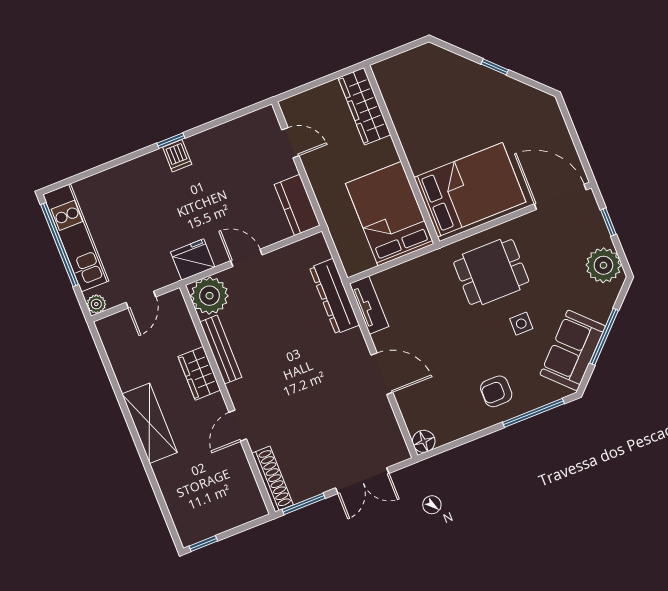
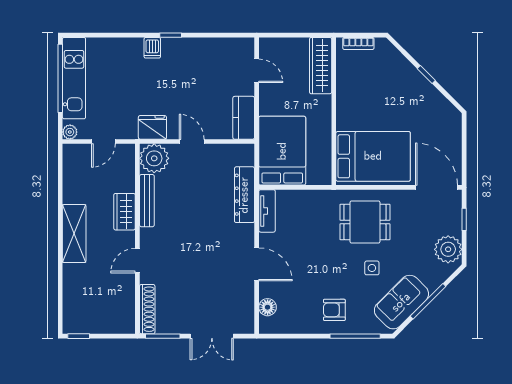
bookcase: (399, 62) -> (358, 43), added
dishwasher: (177, 156) -> (152, 48), moved
bed: (390, 214) -> (282, 151), moved
floor lamp: (424, 441) -> (268, 307), moved

